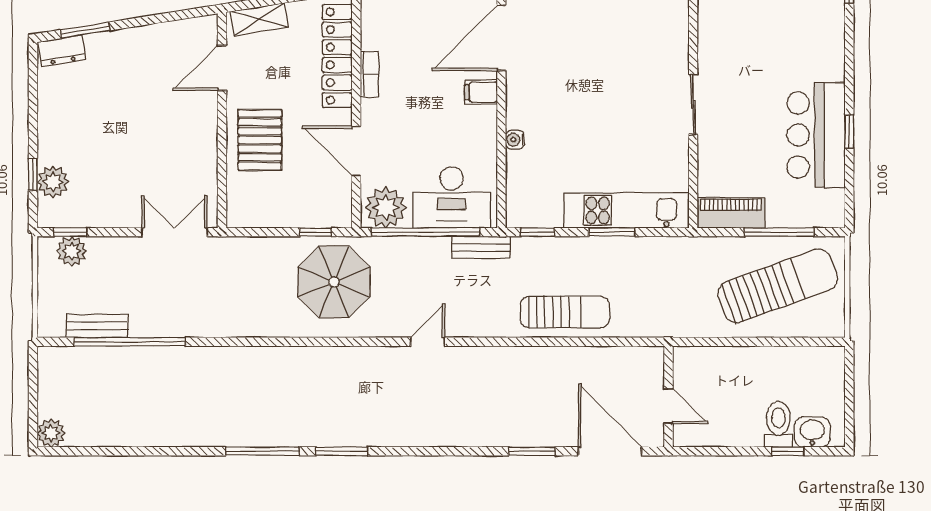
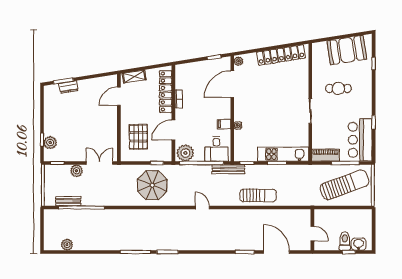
cafe table: (763, 48) -> (338, 88), added
dresser: (62, 51) -> (68, 87), moved
filing cabinet: (481, 92) -> (224, 124), moved
bar counter: (816, 135) -> (360, 140), moved
pallet: (260, 140) -> (138, 137), moved
door: (356, 151) -> (173, 130), hinge flipped
desk: (452, 197) -> (216, 149), width x0.73
bench: (481, 247) -> (228, 169), width x1.36
plant: (72, 251) -> (76, 171), moved
parasol: (334, 282) -> (152, 185), moved
door: (428, 342) -> (202, 208), hinge flipped
wall: (668, 396) -> (312, 230), moved
door: (668, 406) -> (312, 234), moved
plant: (51, 433) -> (67, 245), moved

